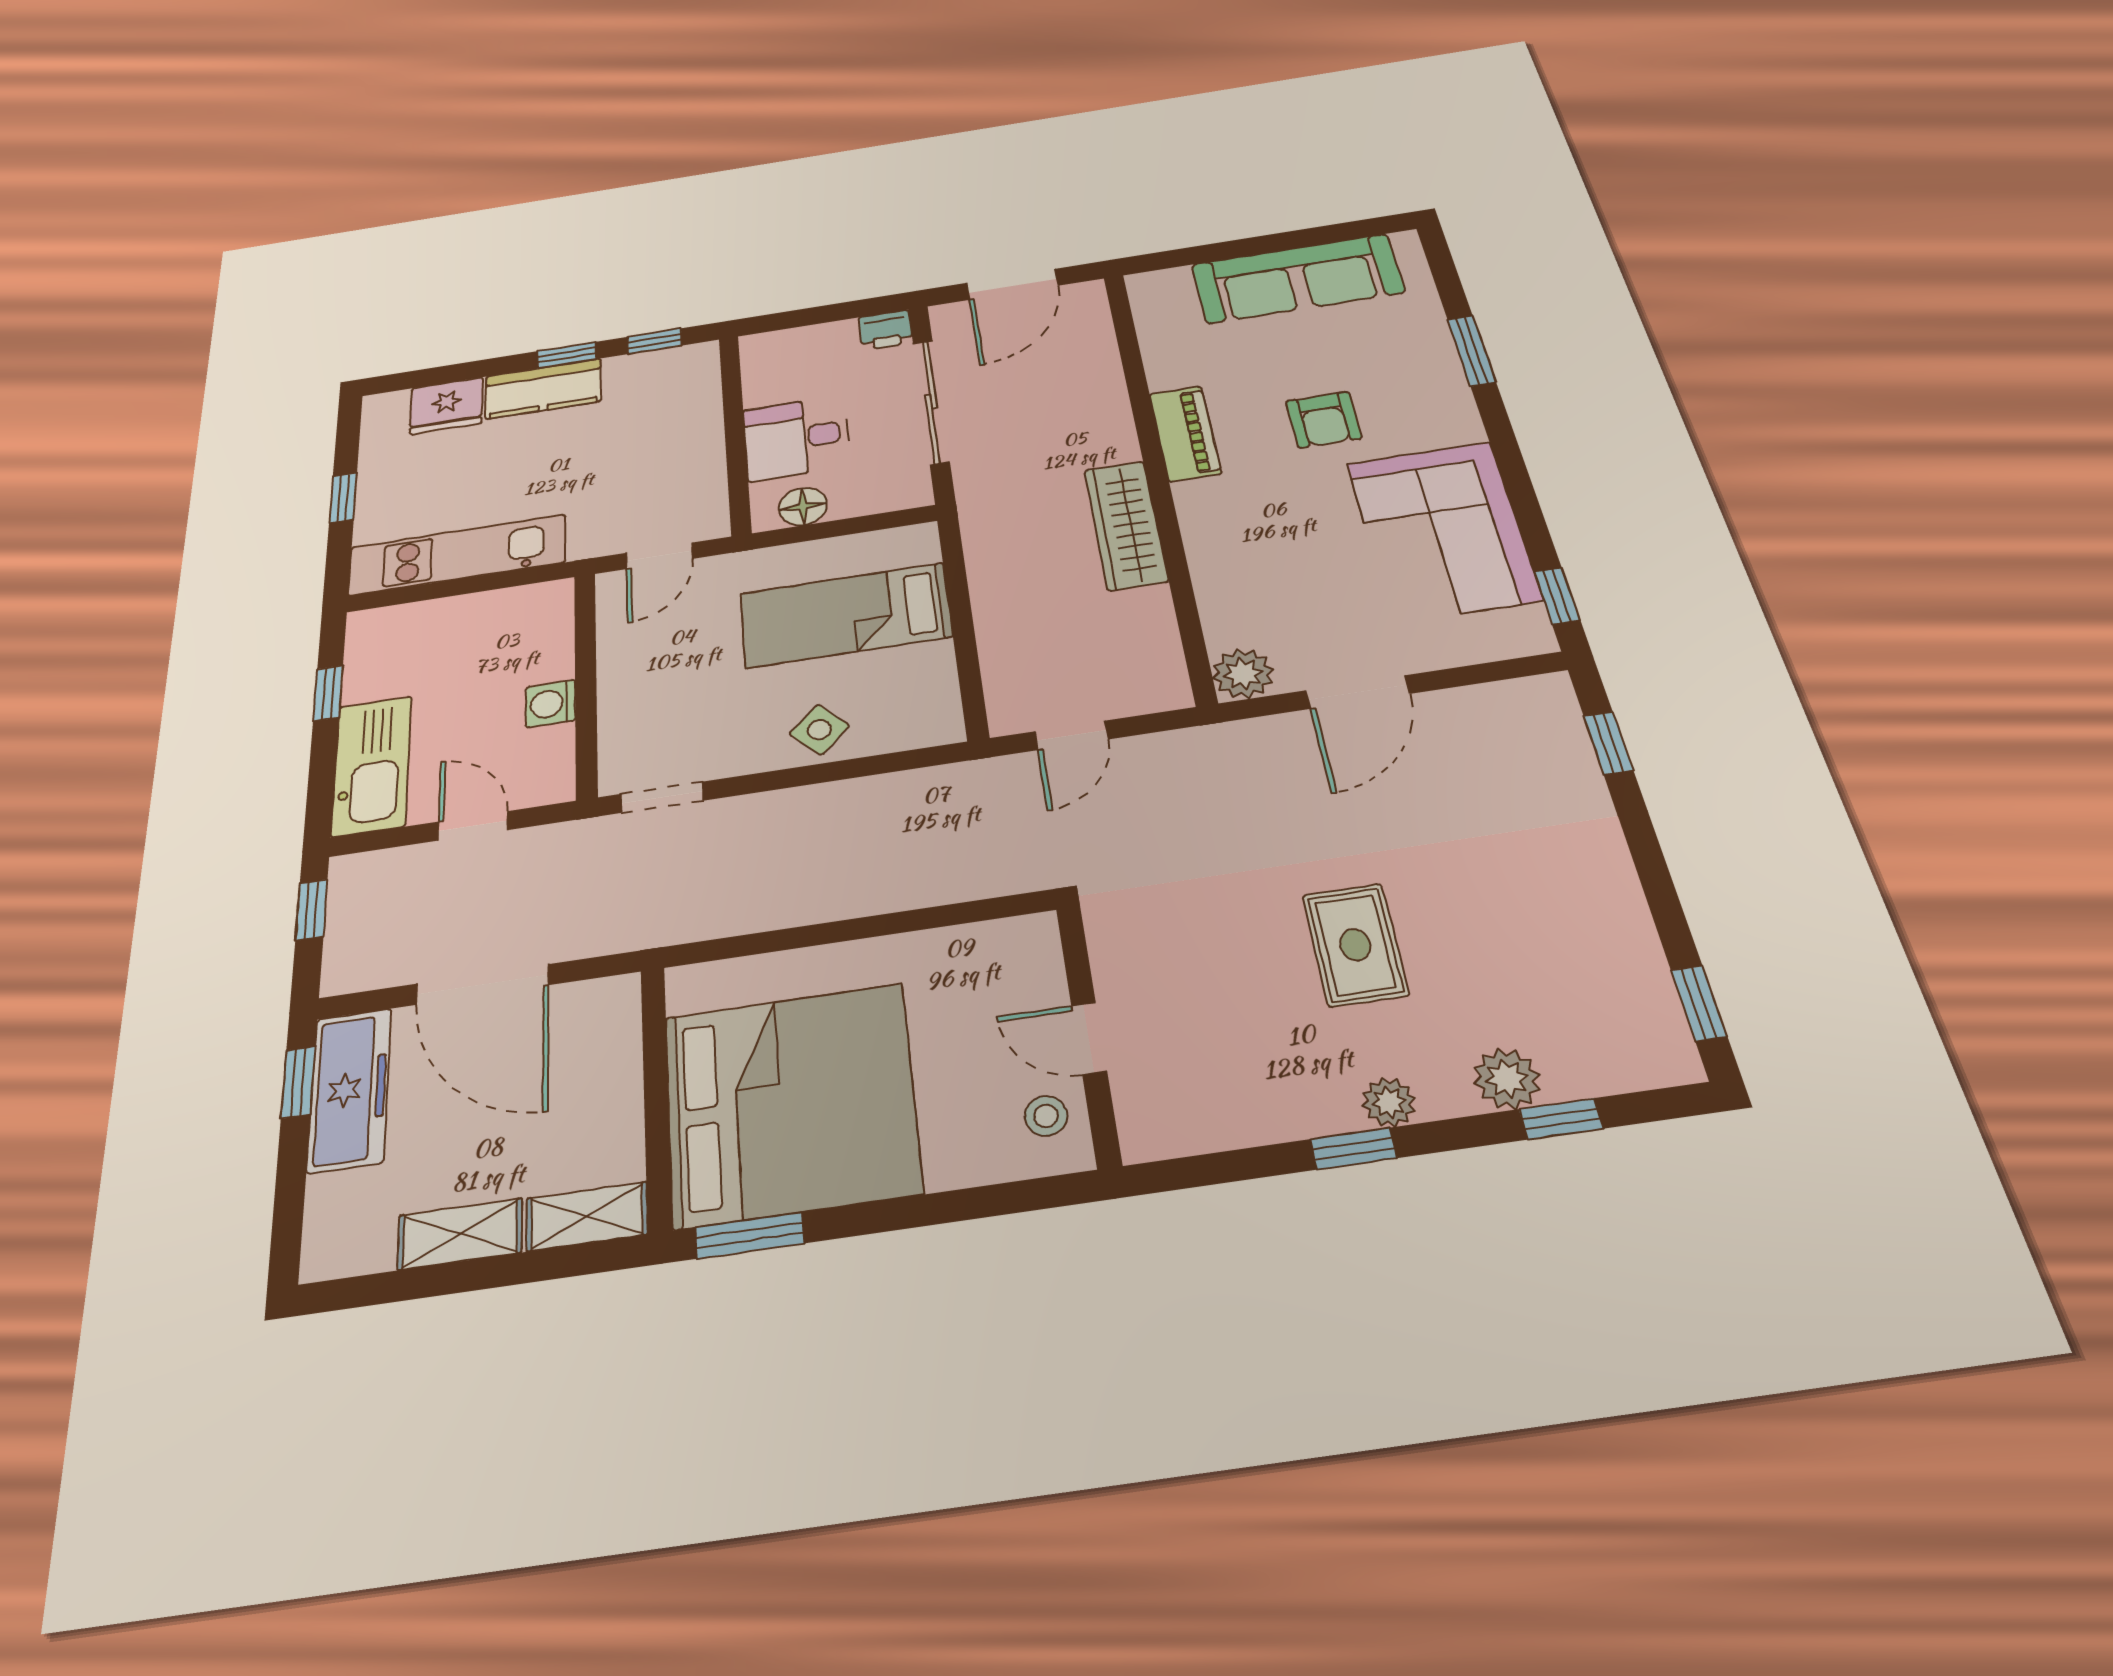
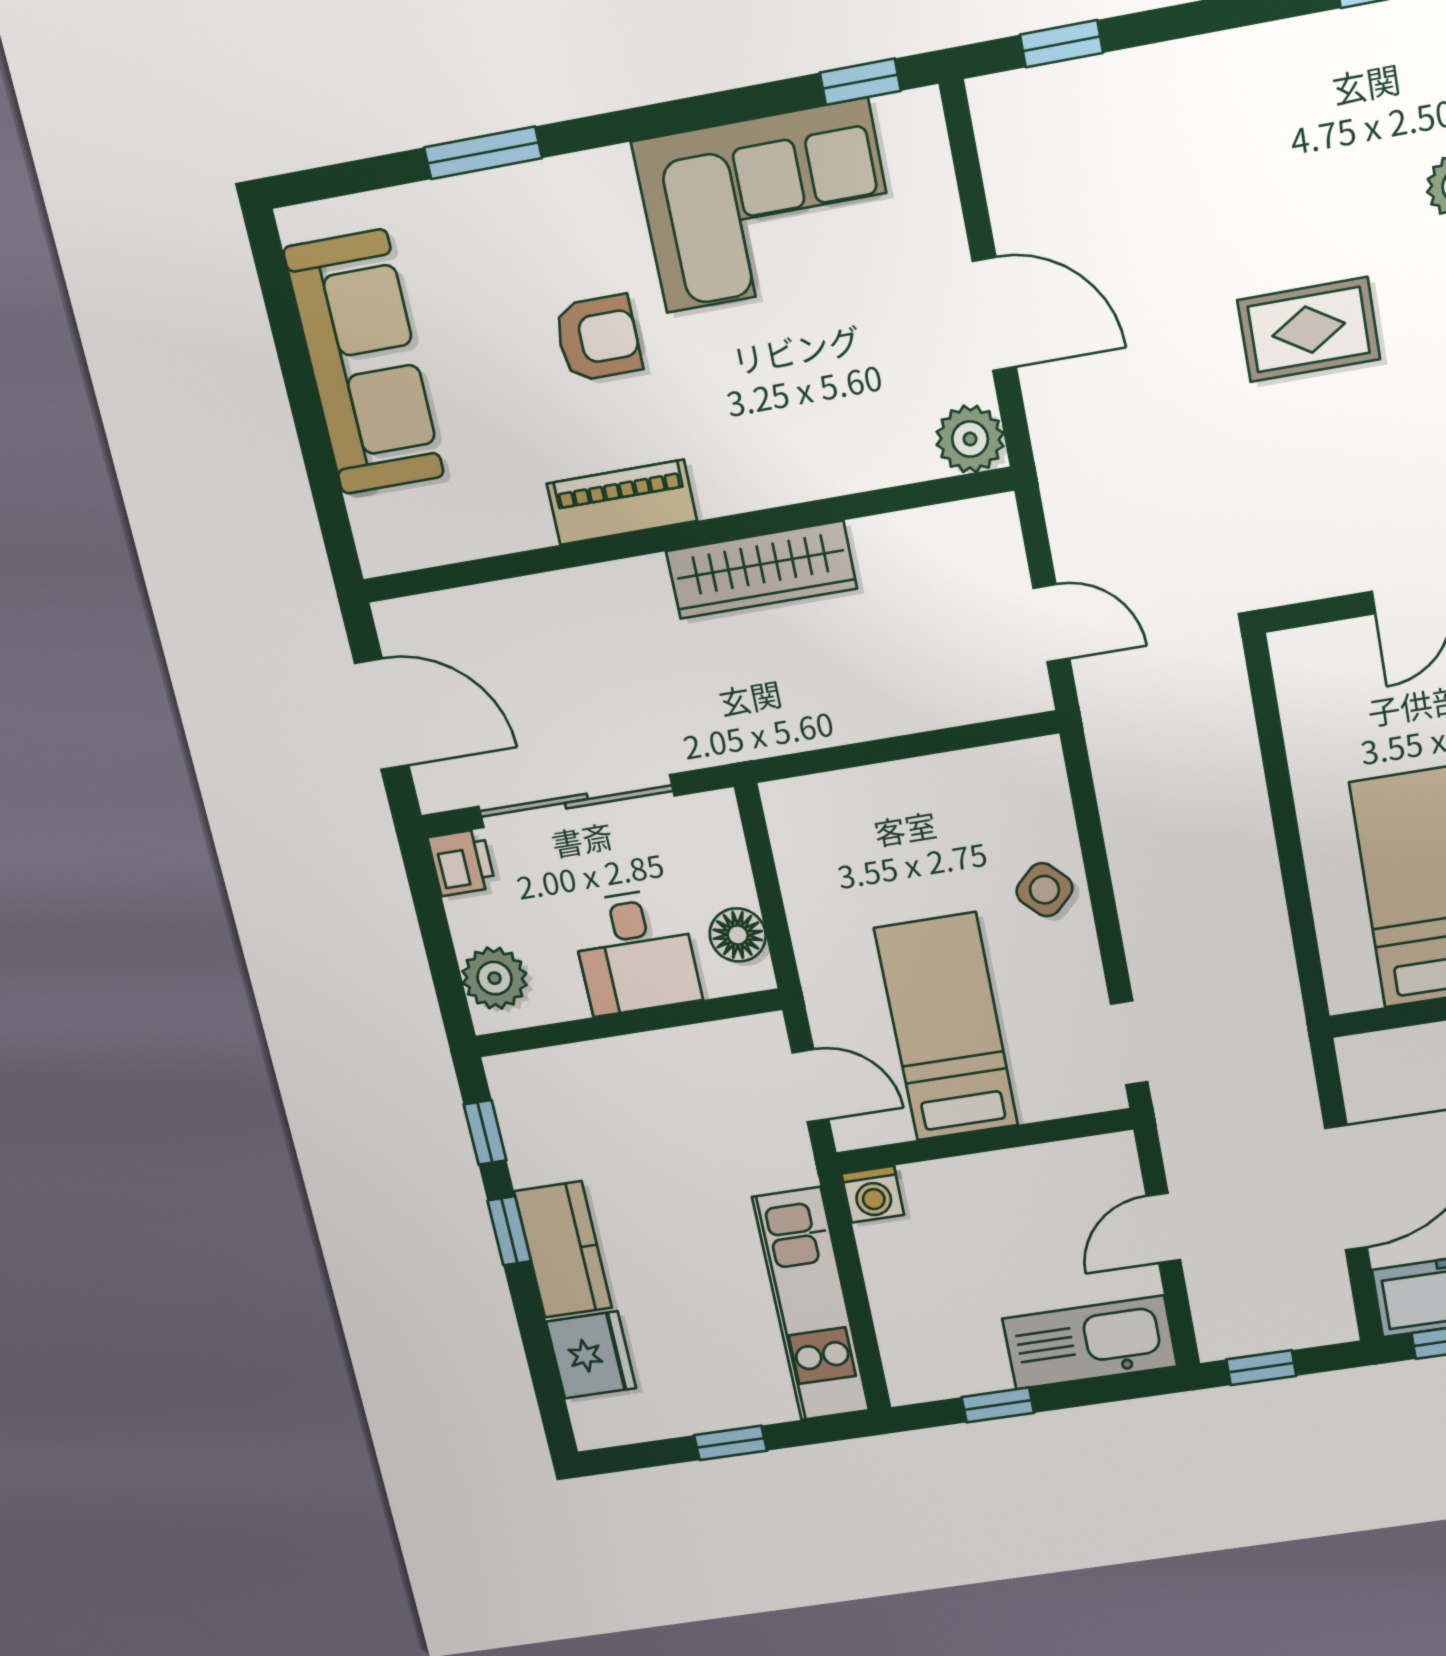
plant: (785, 349) -> (495, 978), added
bed: (845, 615) -> (946, 1027), moved, turned 180
washing machine: (551, 704) -> (873, 1194), moved

